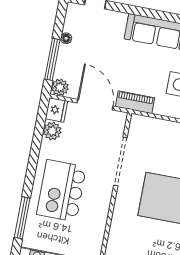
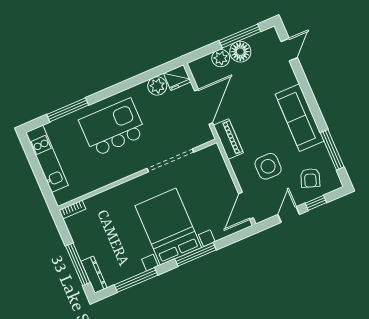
floor lamp: (66, 38) -> (240, 52), width x1.89, depth x1.89
window: (52, 59) -> (240, 36), moved
plant: (60, 87) -> (221, 58), moved

